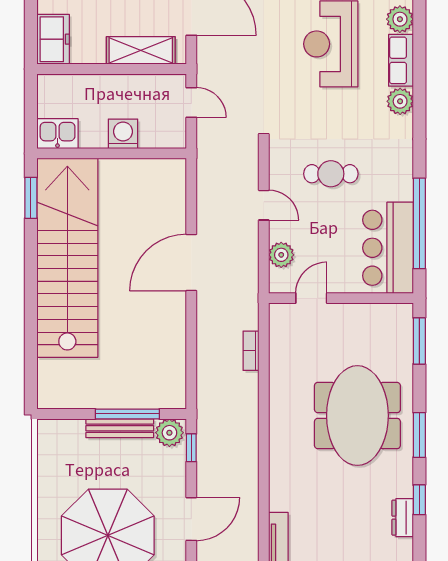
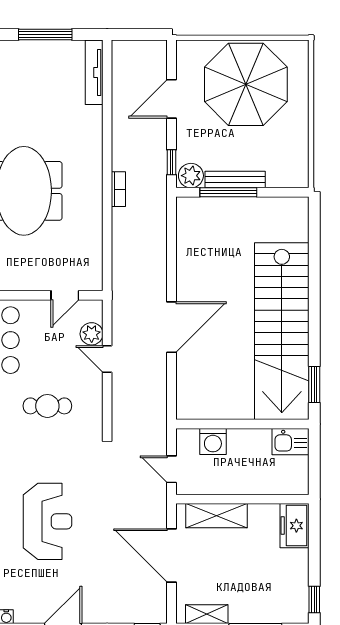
washing machine: (123, 134) -> (213, 441), moved
door: (264, 205) -> (107, 359), moved
bookcase: (251, 351) -> (118, 189), moved

